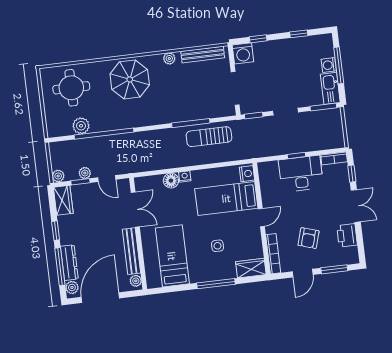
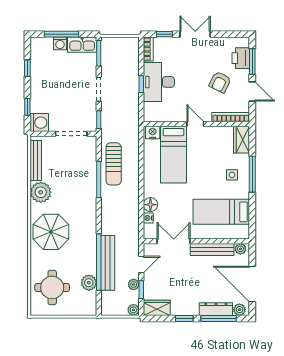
plant: (169, 58) -> (41, 192), width x1.87, depth x1.87
bench: (104, 143) -> (108, 263), added
nightstand: (185, 176) -> (148, 218), moved
printer: (347, 235) -> (241, 58), moved, turned 90
armchair: (309, 238) -> (220, 82), turned 100
side table: (217, 246) -> (232, 175), moved

